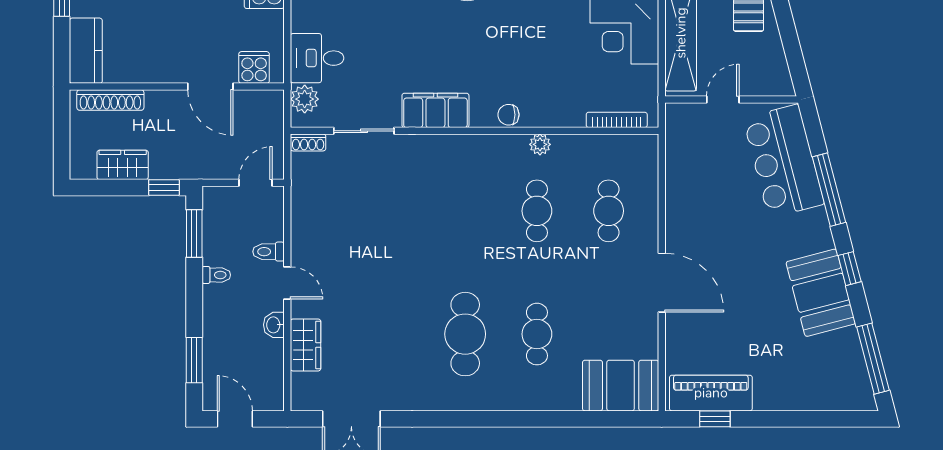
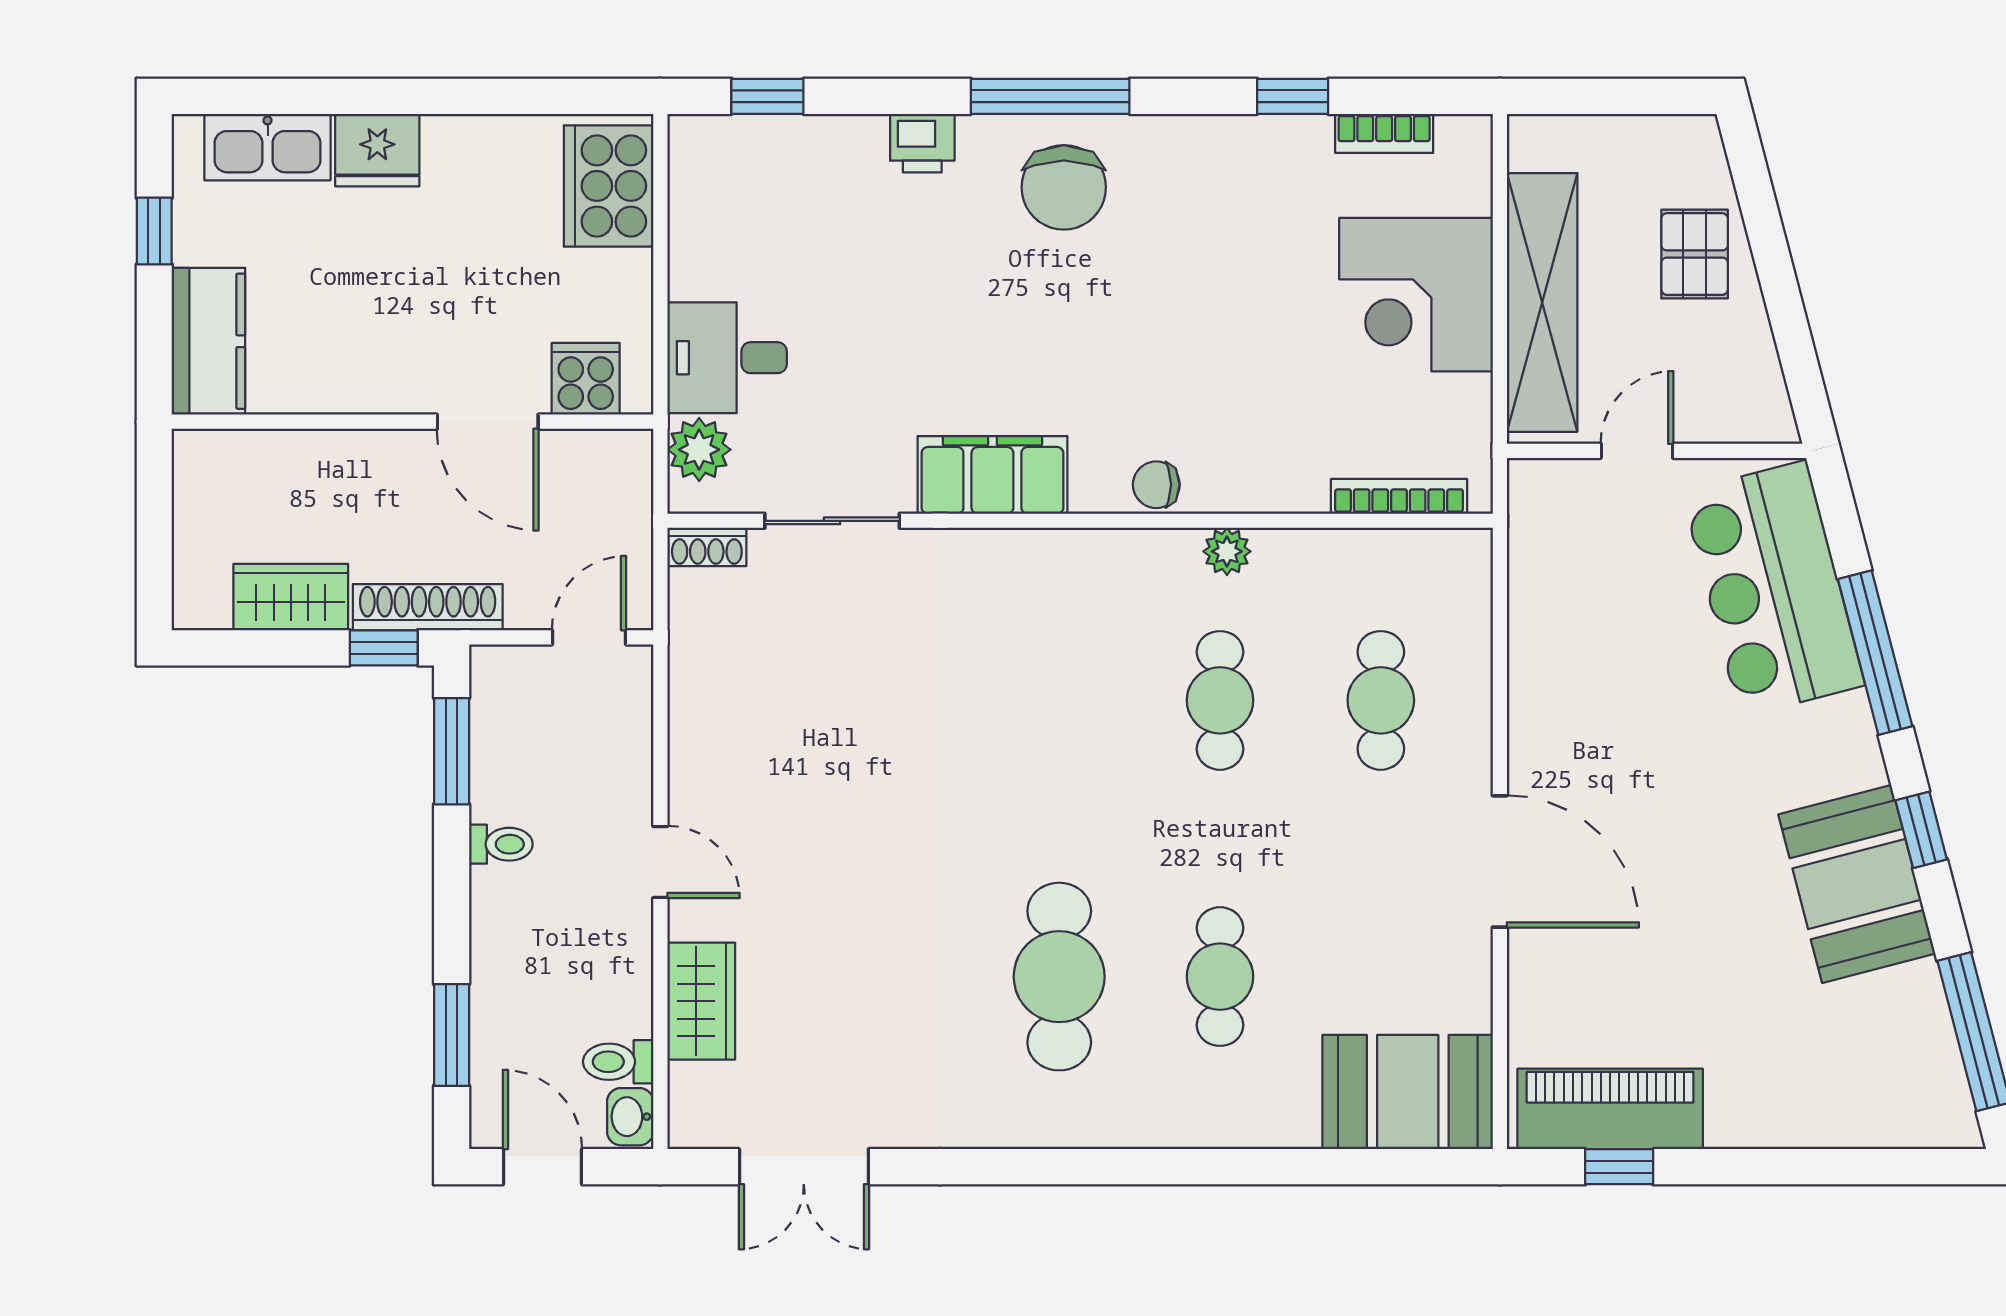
shoe rack: (110, 100) -> (428, 607), moved, turned 180
toilet: (269, 252) -> (618, 1062), moved
washbasin: (274, 325) -> (630, 1117), moved

